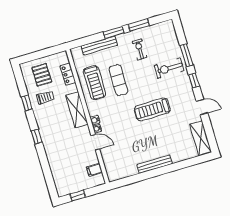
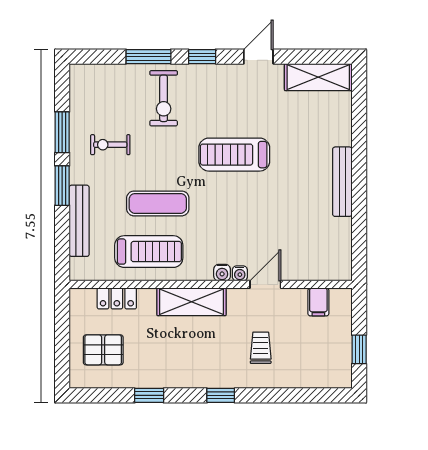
trolley: (45, 98) -> (261, 348), moved
treadmill: (152, 109) -> (234, 155), turned 90

